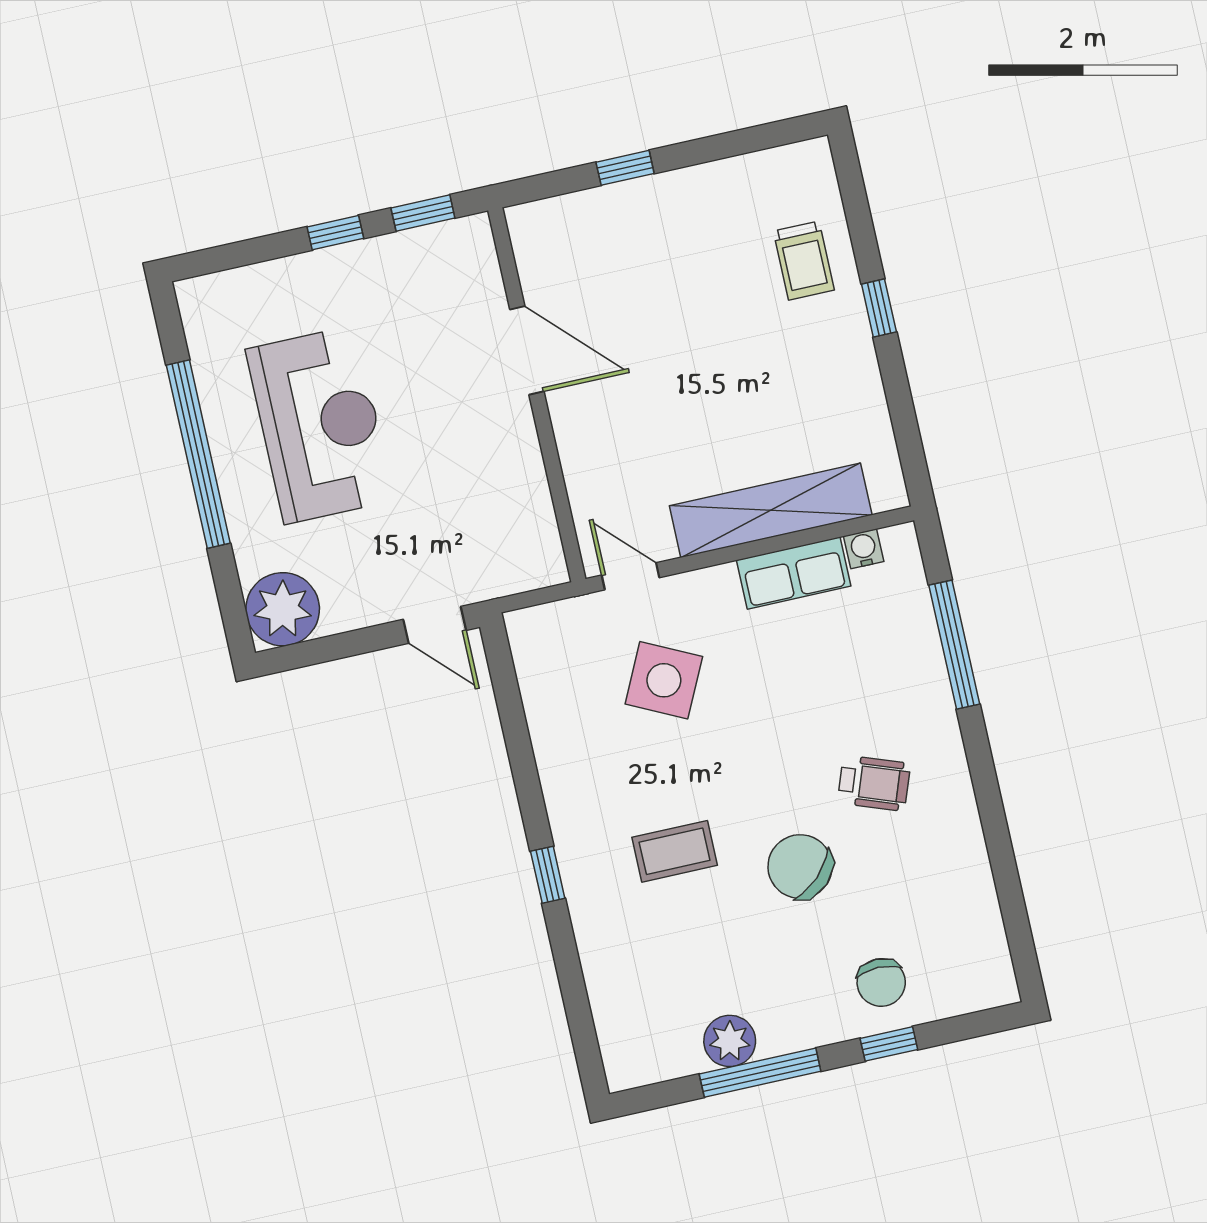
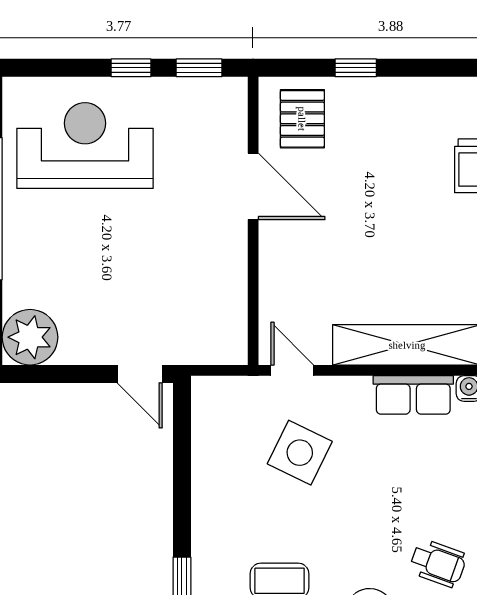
pallet: (571, 249) -> (302, 119), added
reception desk: (320, 425) -> (85, 146), moved, turned -90

